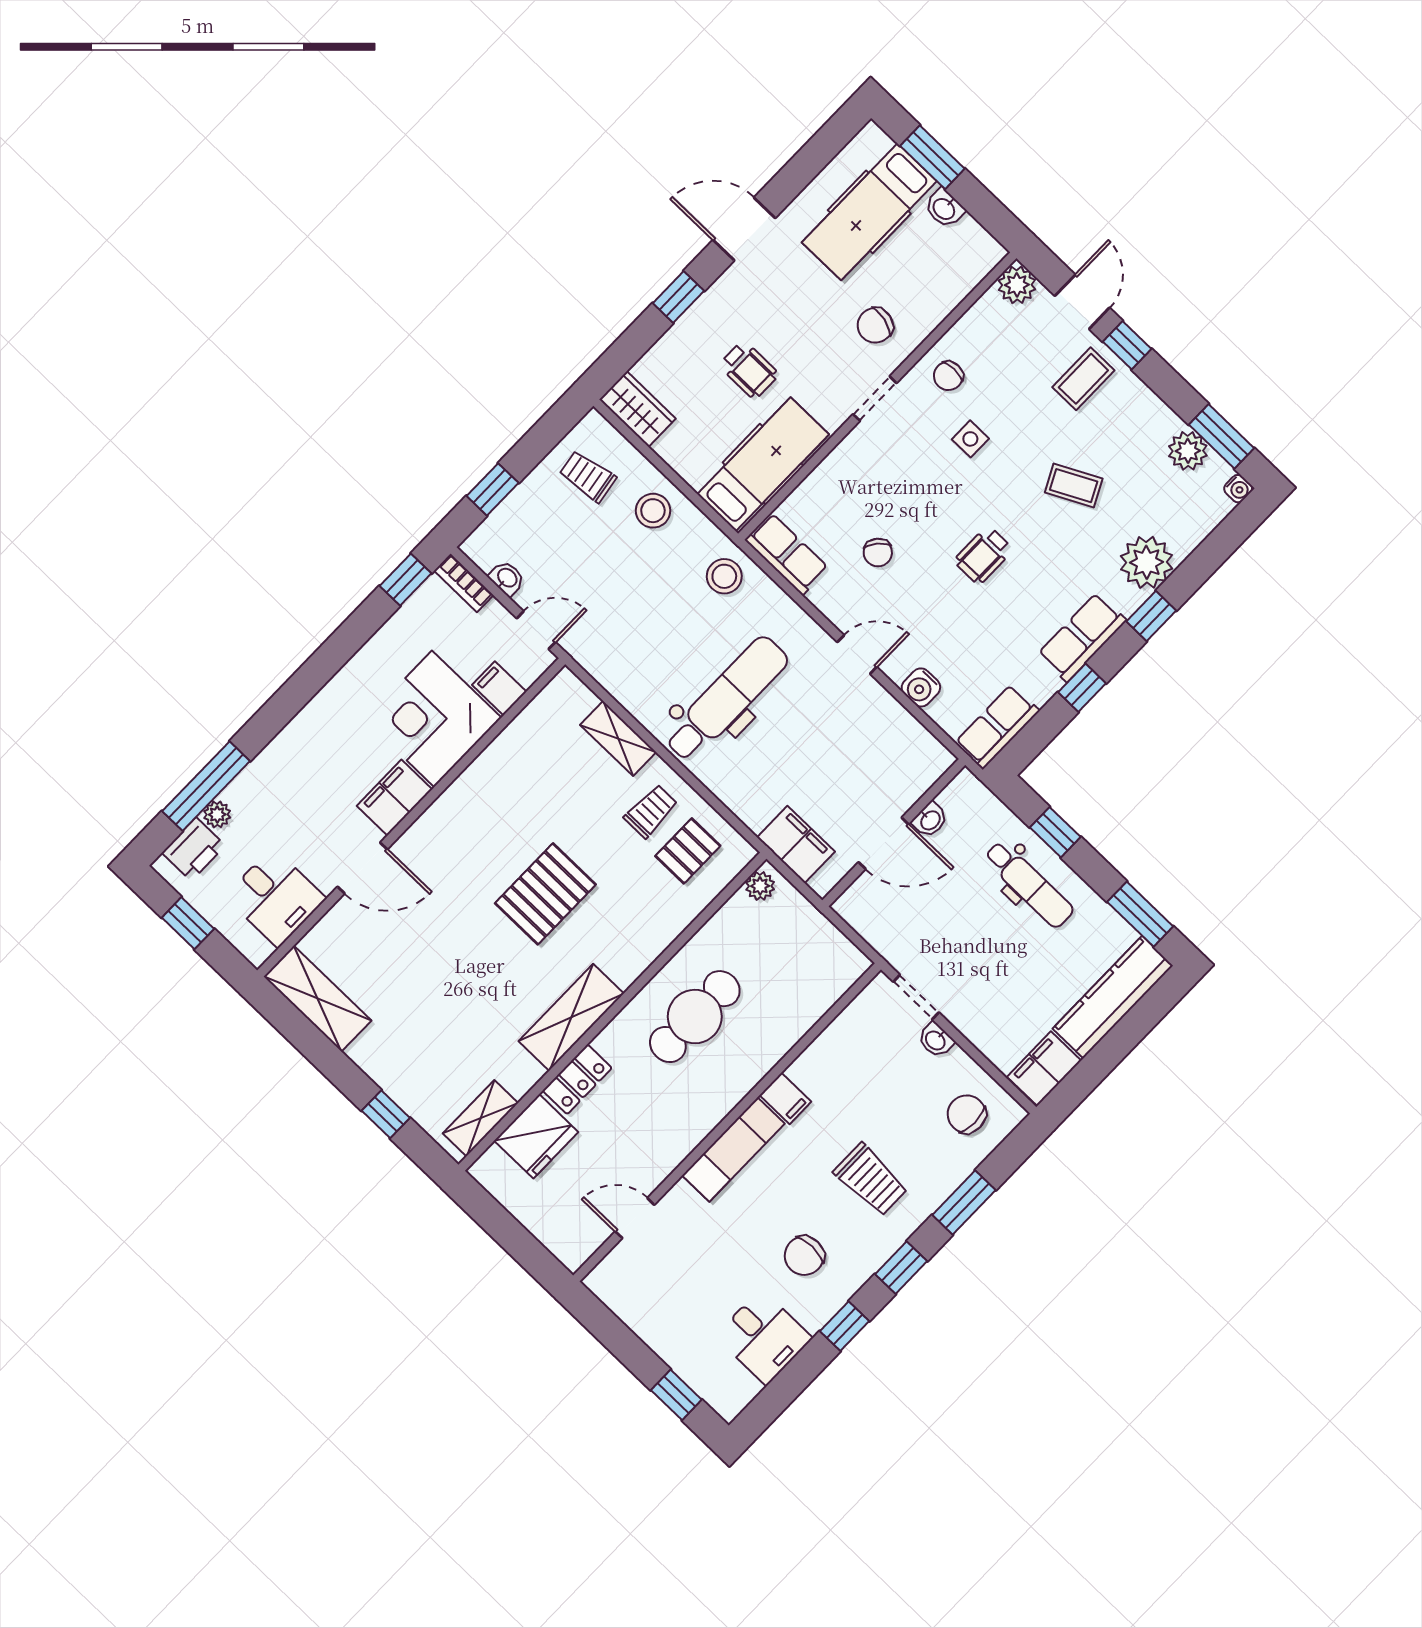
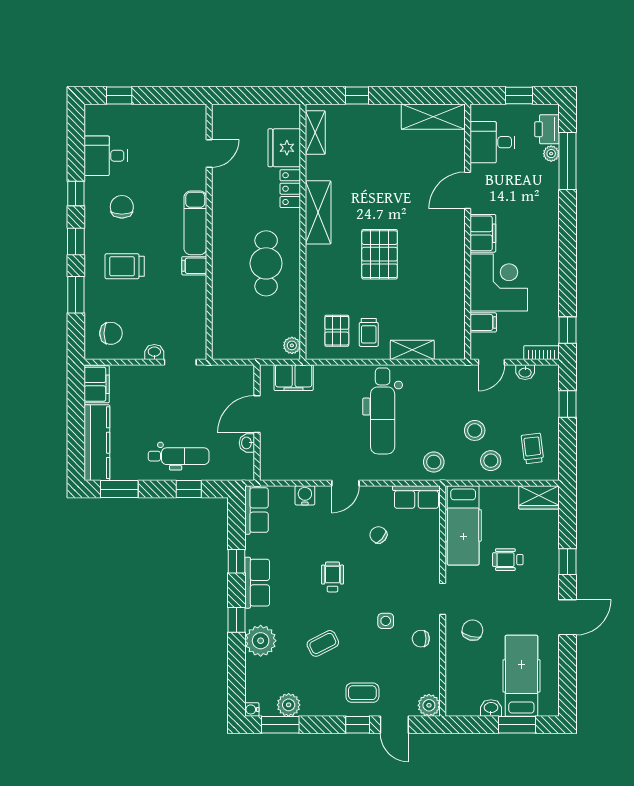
chair: (948, 376) -> (421, 639), turned -90
coffee table: (1083, 379) -> (362, 693), turned 90
trolley: (588, 476) -> (533, 448), turned -88
stool: (637, 567) -> (475, 430), added
dental chair: (1029, 884) -> (179, 456), turned 180

